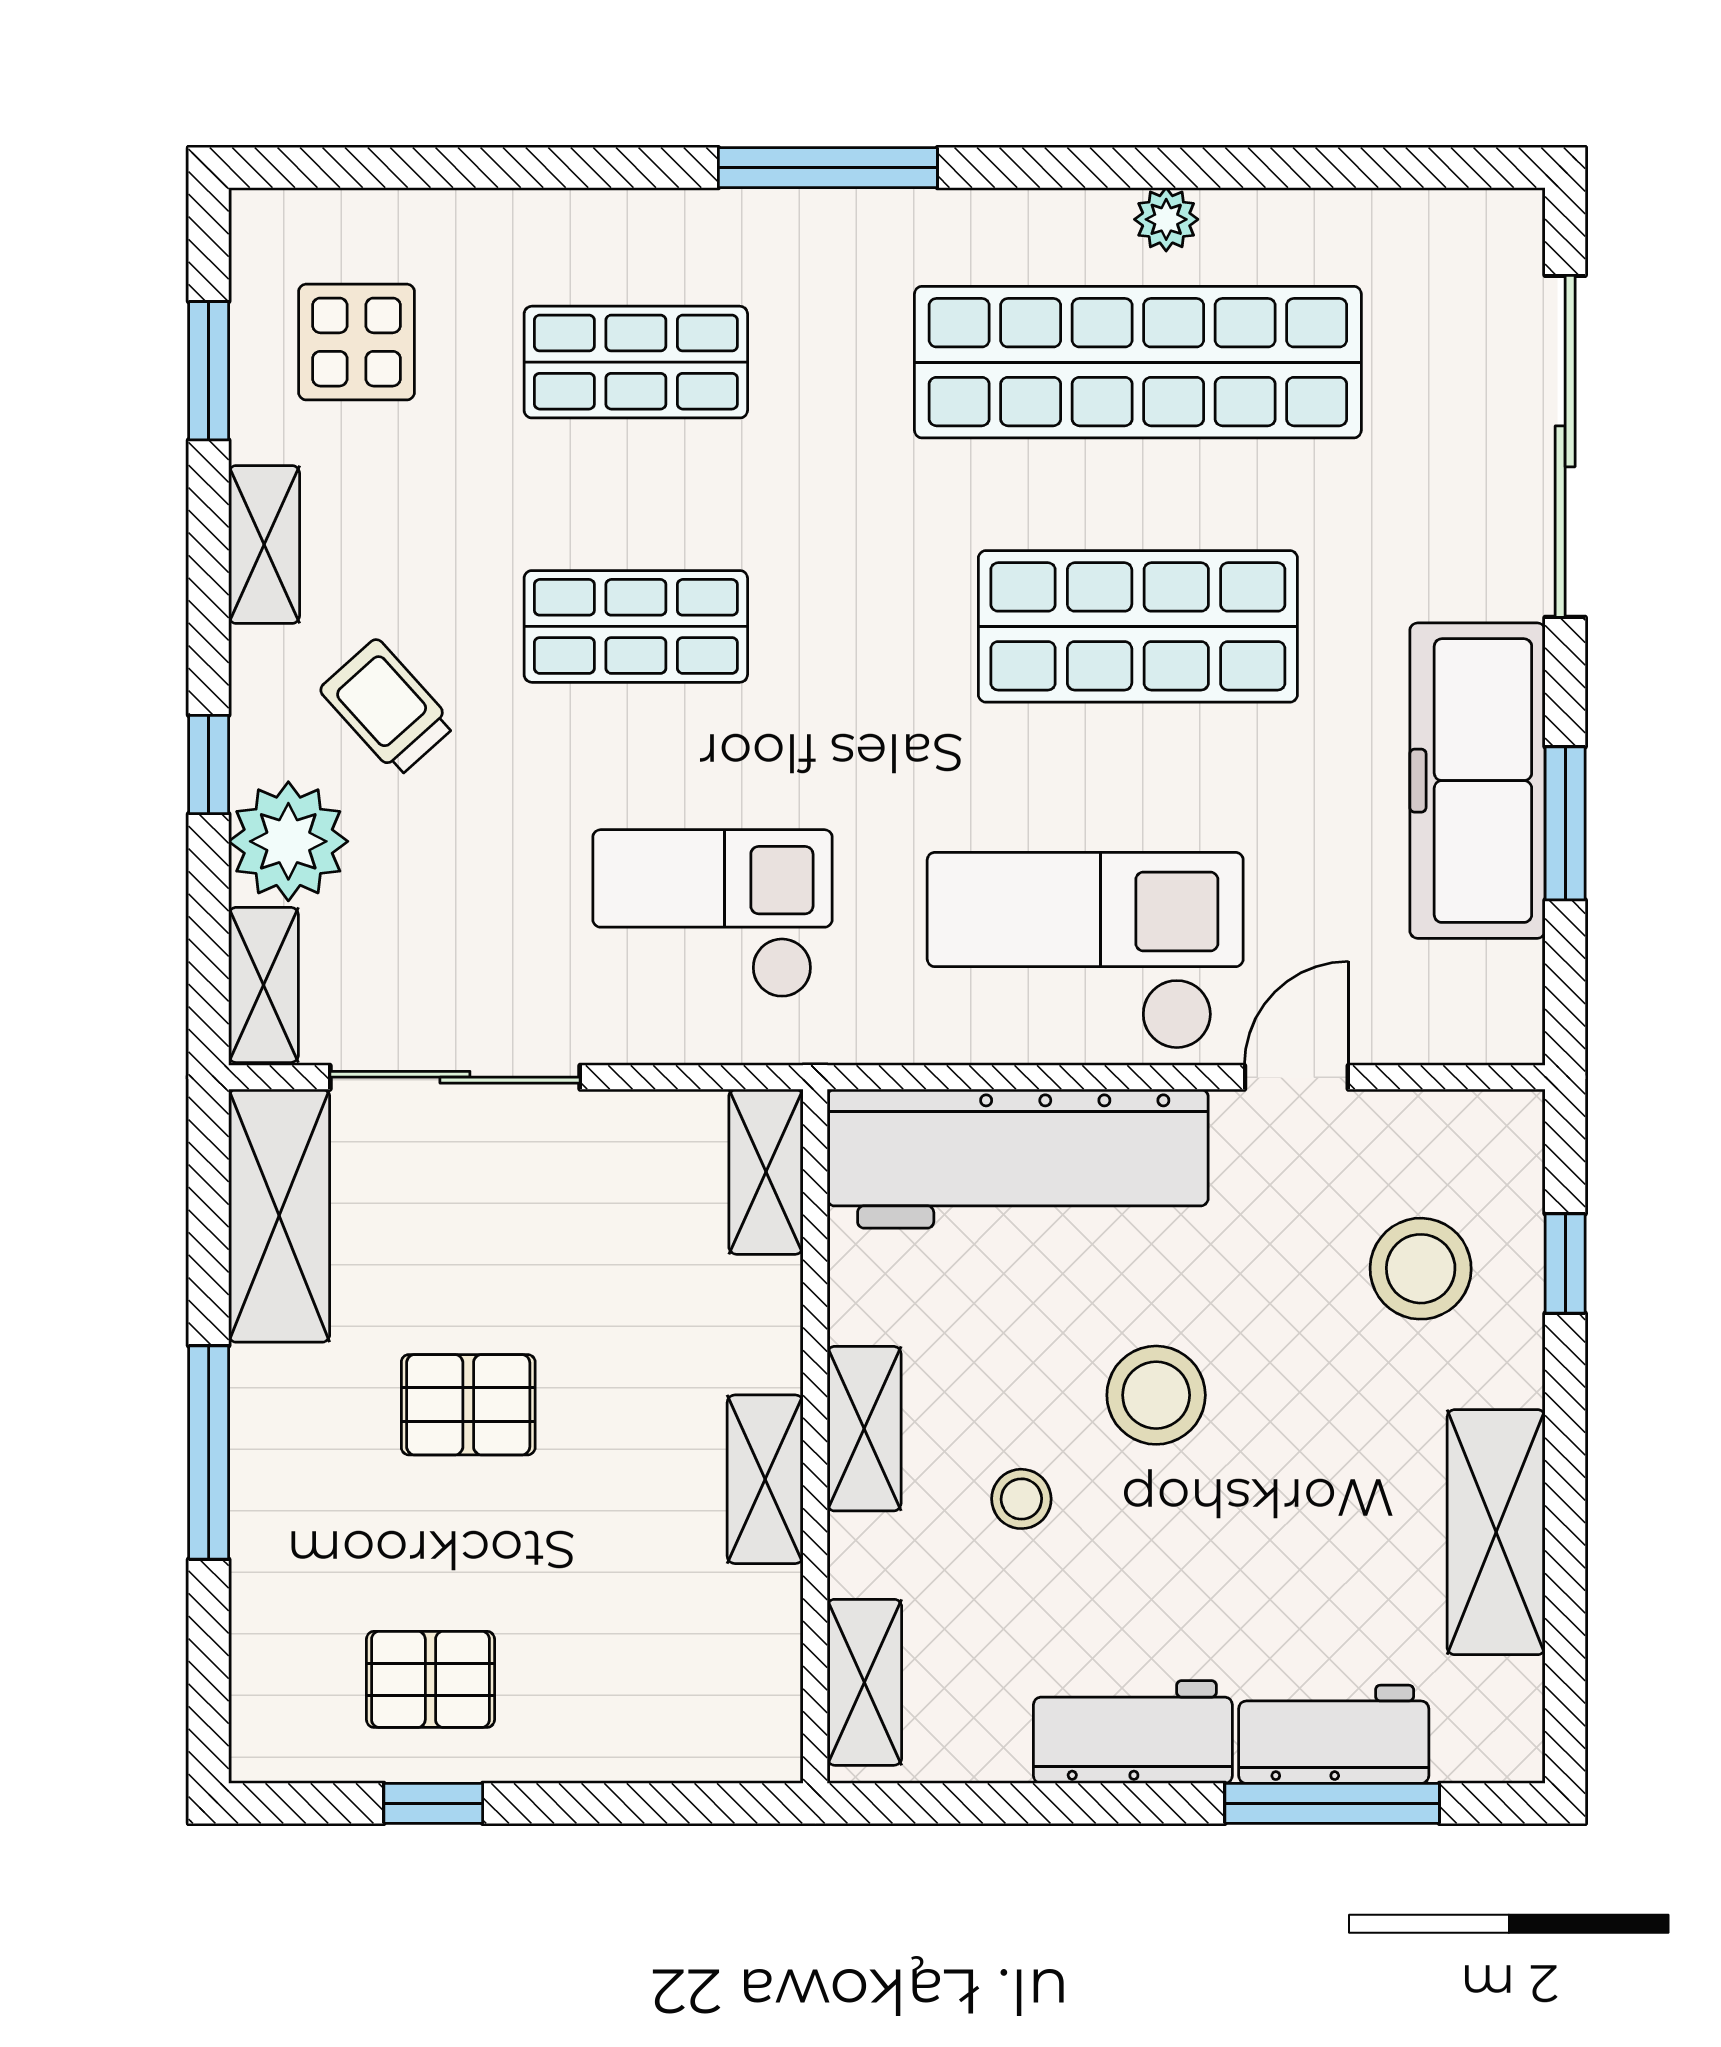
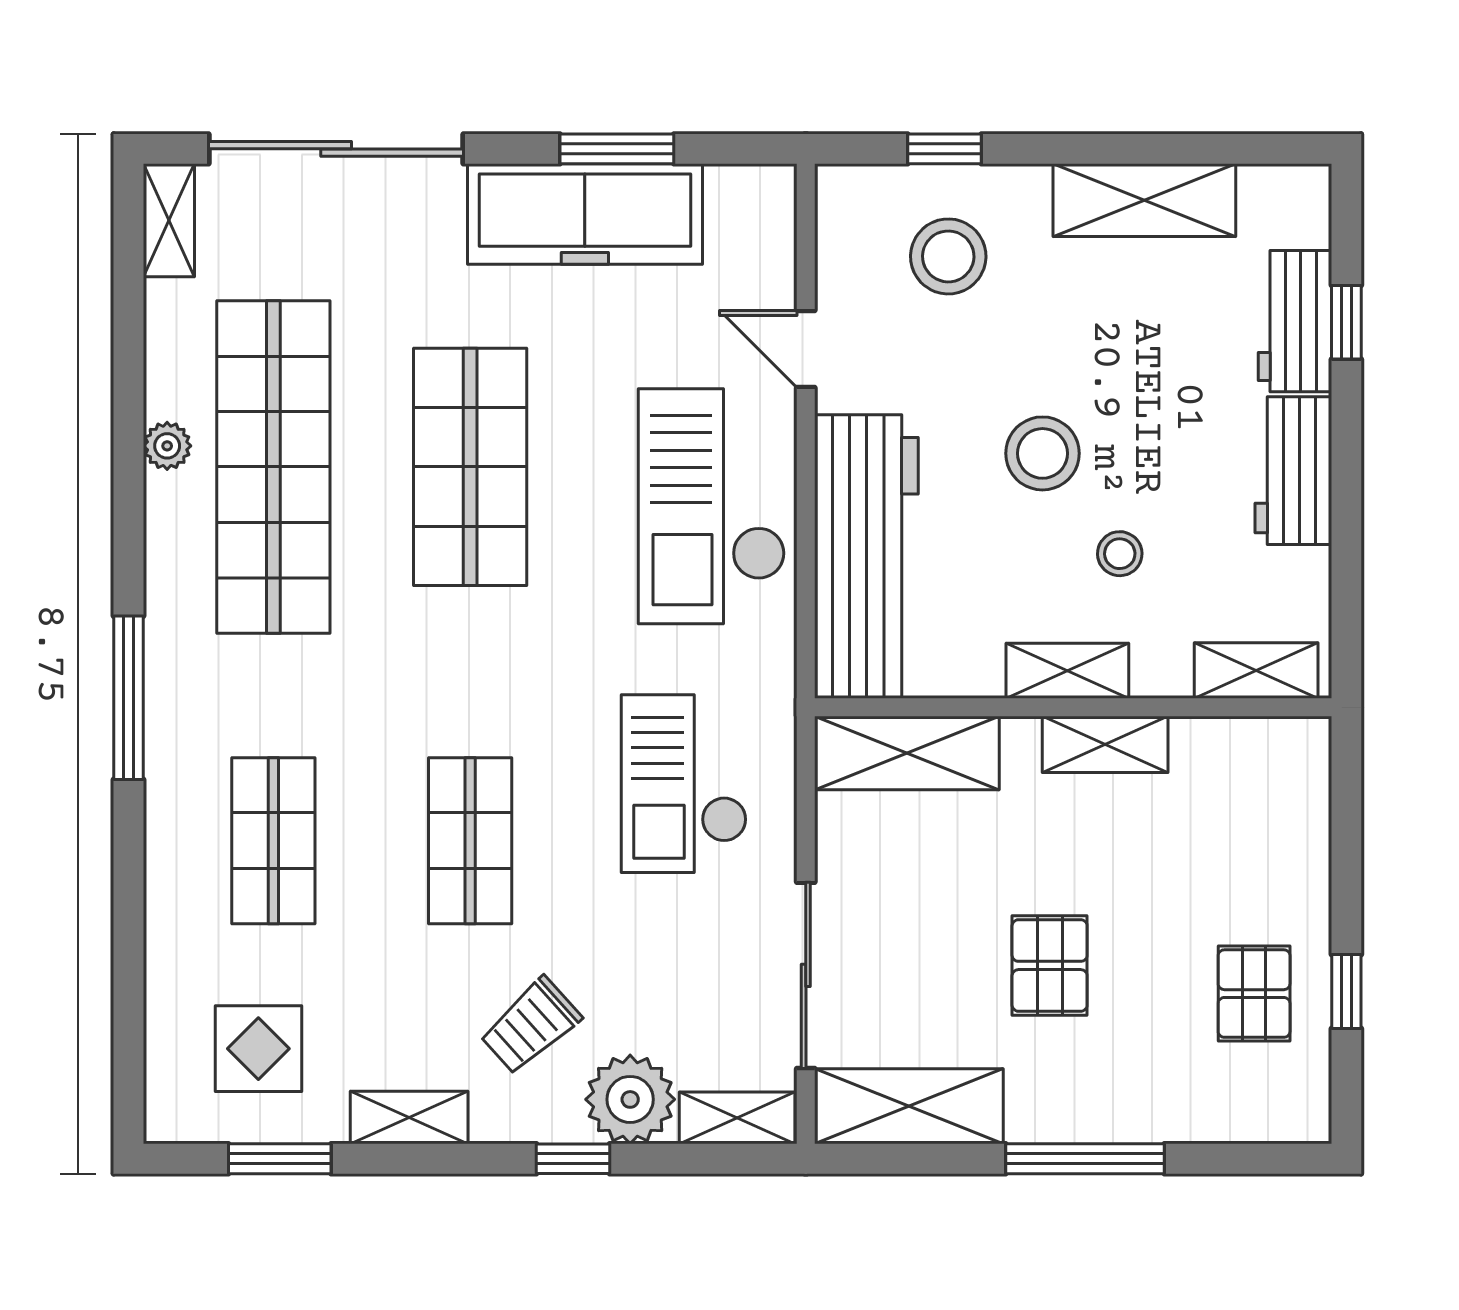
shelving: (1469, 222) -> (169, 220), added
shelving: (766, 1172) -> (907, 753), width x1.50, depth x1.33
window: (1332, 1803) -> (1346, 322), width x0.46

